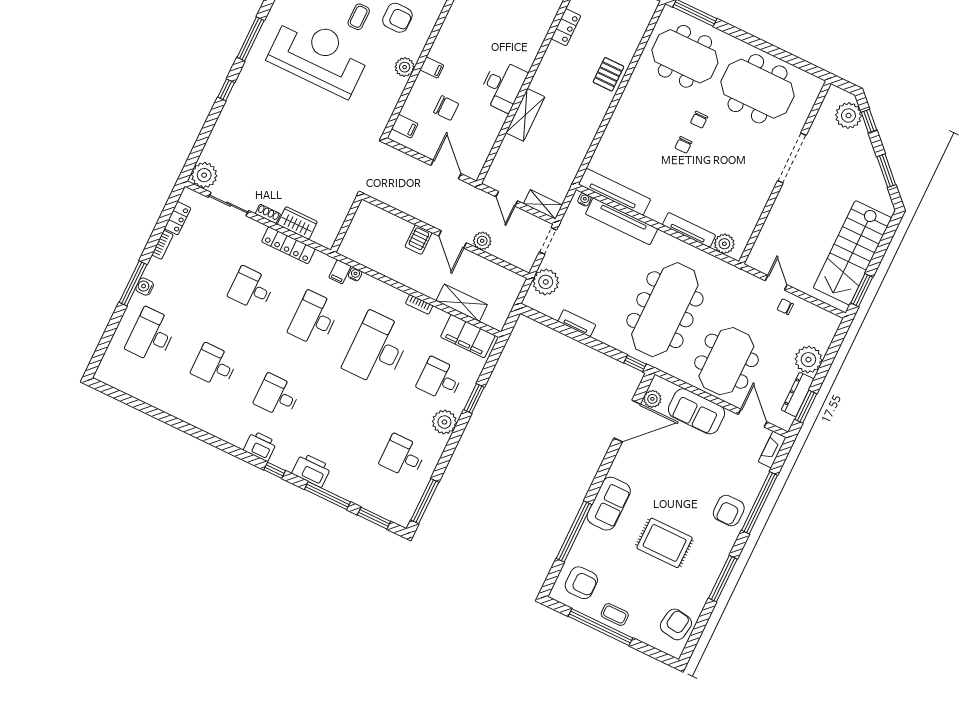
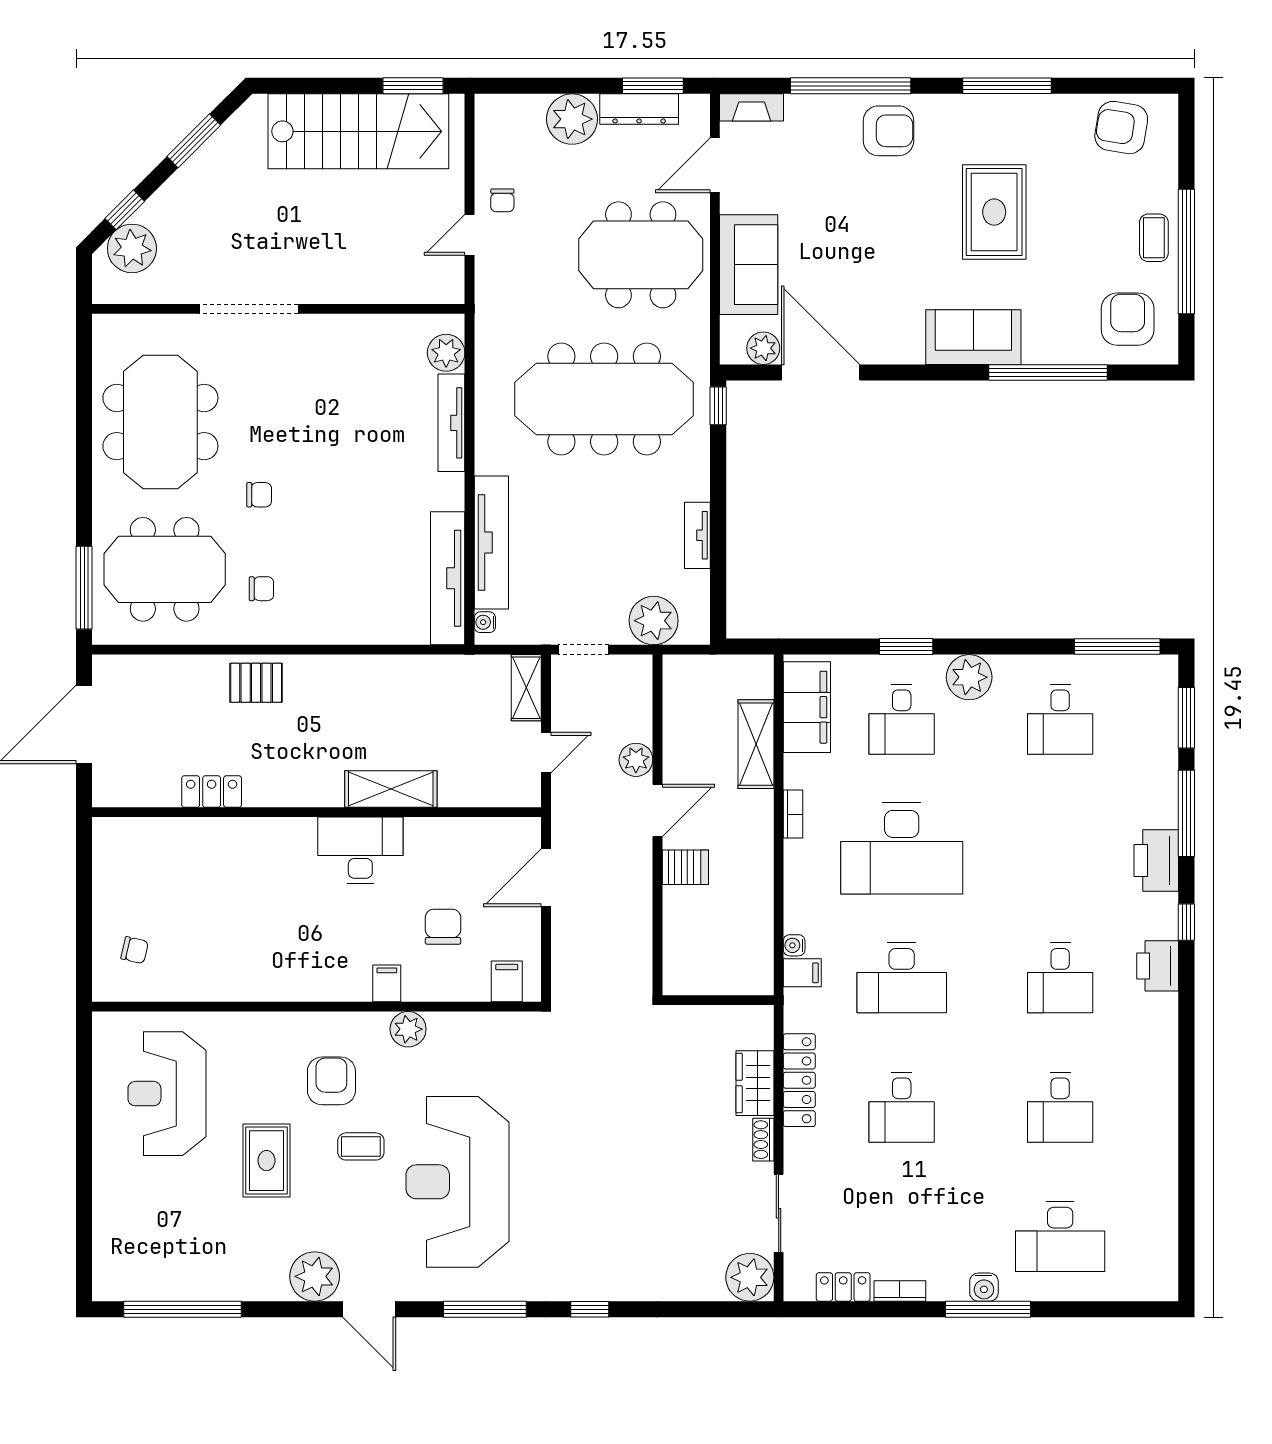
meeting table: (685, 56) -> (165, 569), turned 90
chair: (683, 145) -> (261, 589), moved

